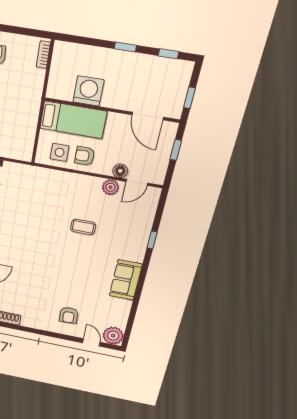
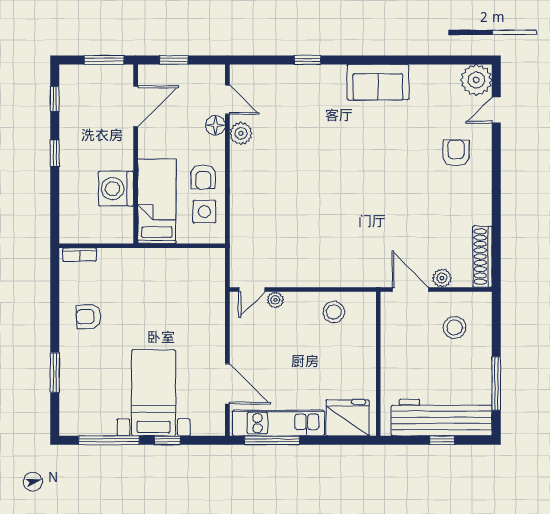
window: (189, 98) -> (104, 60), width x1.50
coffee table: (83, 227) -> (307, 159), removed
armchair: (69, 315) -> (456, 153), turned -87

